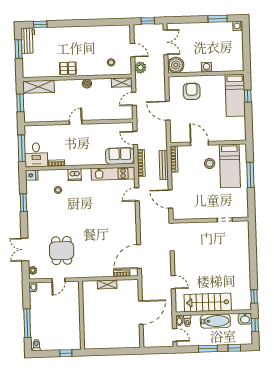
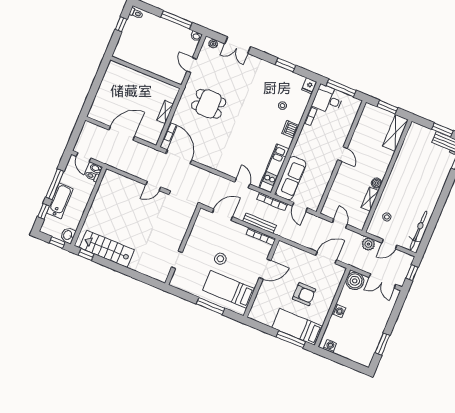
washing machine: (238, 26) -> (330, 346), moved
bicycle: (110, 31) -> (418, 230), added
pallet: (68, 68) -> (401, 171), removed
shelving: (122, 82) -> (370, 199), moved
armchair: (192, 91) -> (304, 294), moved
window: (248, 96) -> (291, 339), width x2.17
door: (168, 111) -> (326, 258), moved
door: (135, 138) -> (300, 207), swing flipped
sofa: (120, 156) -> (291, 178), width x1.36
stool: (210, 163) -> (220, 259), moved
double door: (25, 250) -> (238, 45), swing flipped
dining table: (62, 251) -> (209, 104), moved
door: (173, 282) -> (153, 186), moved
stairs: (208, 302) -> (107, 249), moved, turned -90
door: (141, 312) -> (122, 133), swing flipped
bathtub: (215, 321) -> (60, 201), moved, turned 180
window: (27, 323) -> (176, 20), moved
door: (175, 335) -> (84, 157), hinge flipped
window: (208, 349) -> (55, 184), width x1.44
window: (66, 353) -> (121, 24), moved

